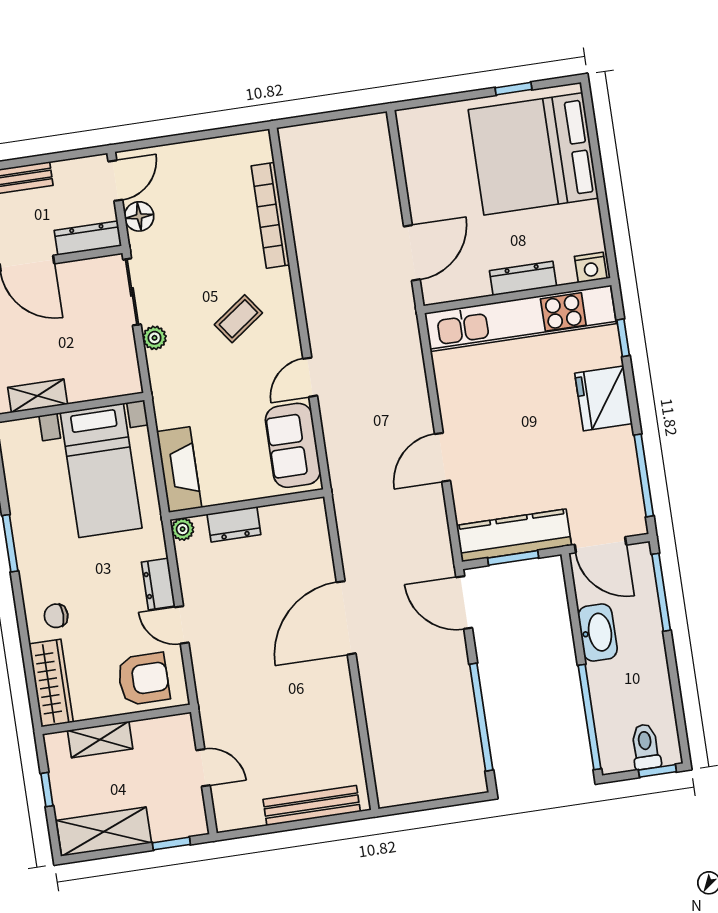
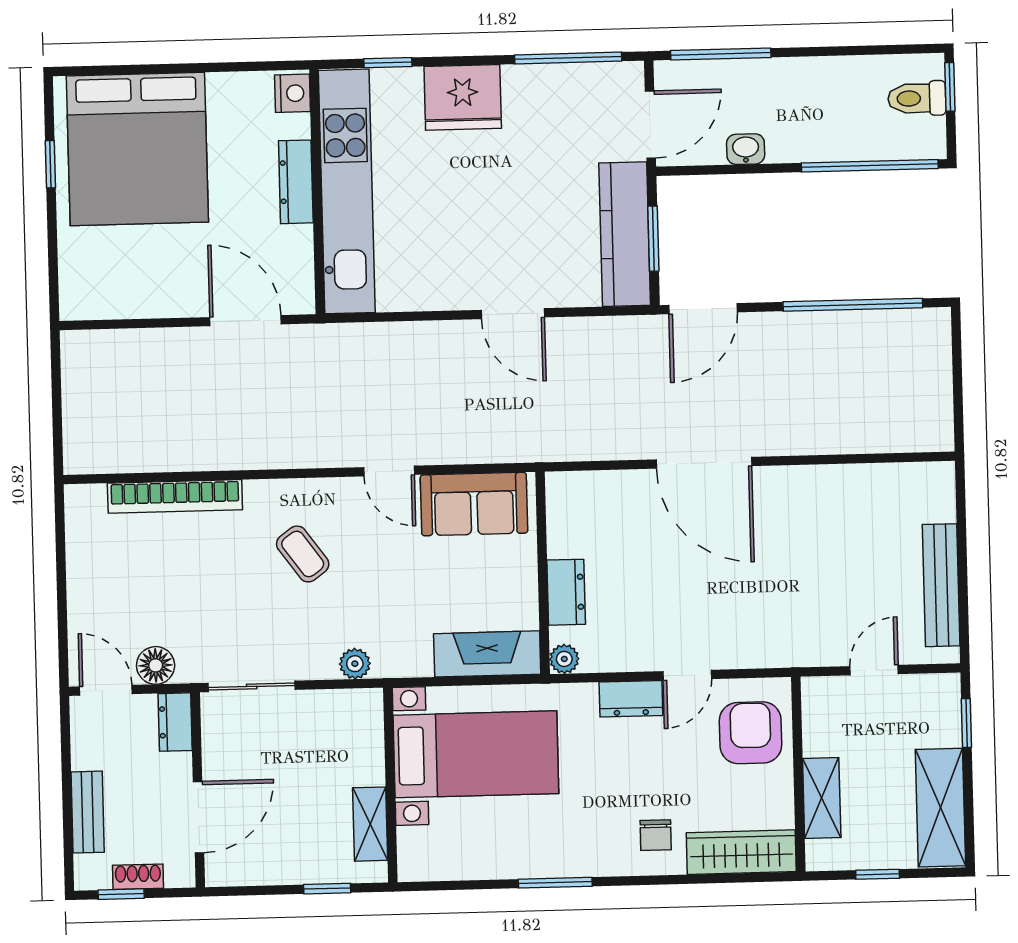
dresser: (88, 238) -> (175, 722), width x0.70
plant: (155, 338) -> (355, 664), moved
washbasin: (598, 633) -> (746, 149), width x0.52, depth x0.69
bench: (312, 806) -> (941, 585), moved

